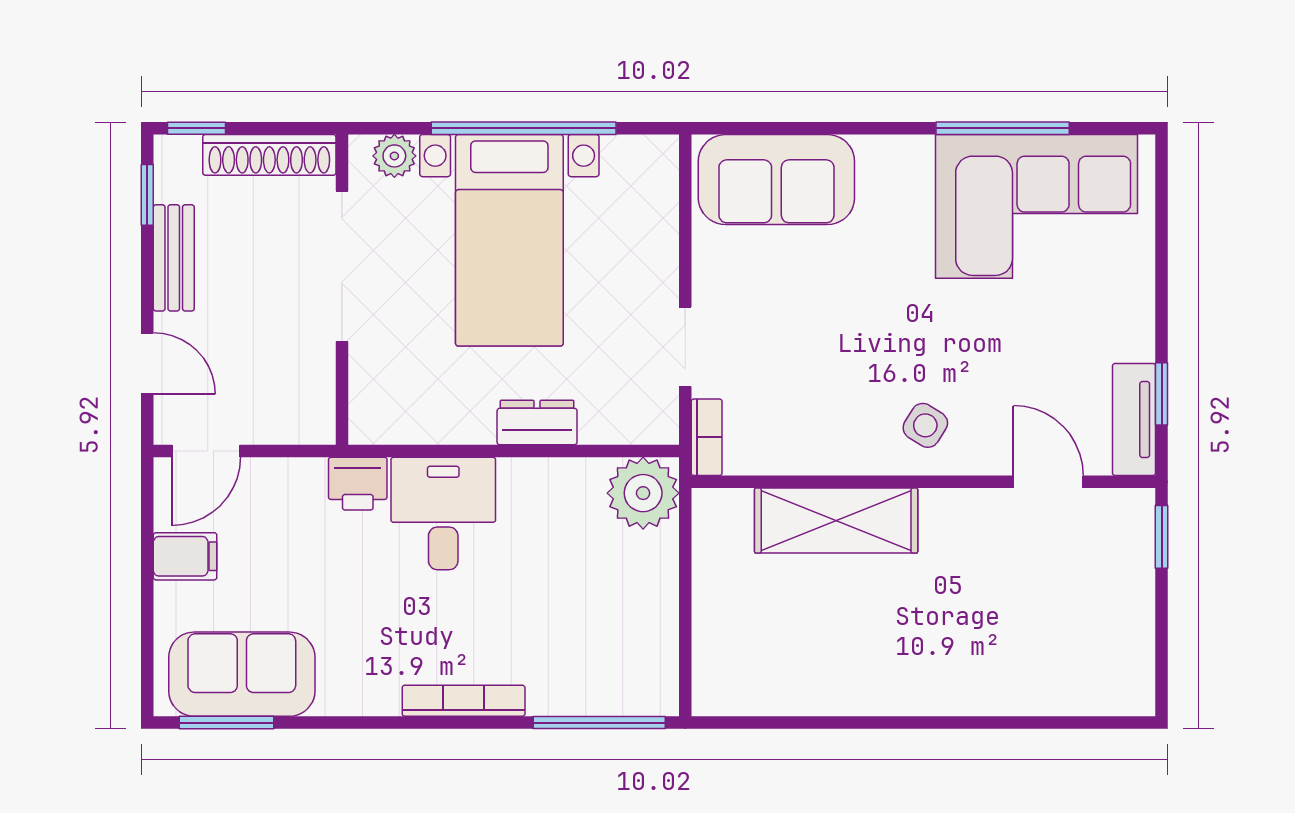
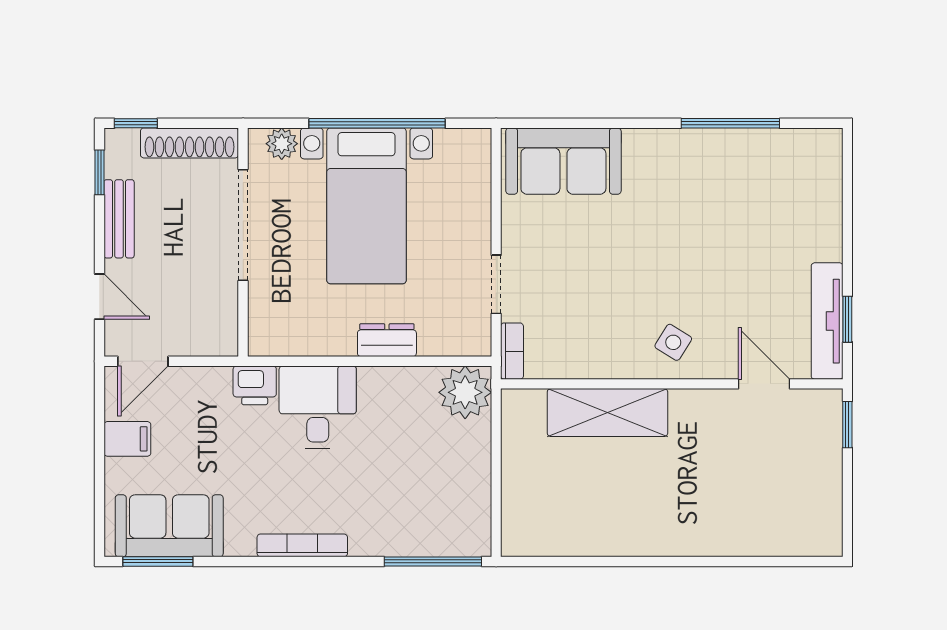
corner sofa: (1036, 206) -> (755, 181), removed
tv unit: (1134, 419) -> (827, 321), width x1.41
bookcase: (464, 701) -> (302, 545), moved

